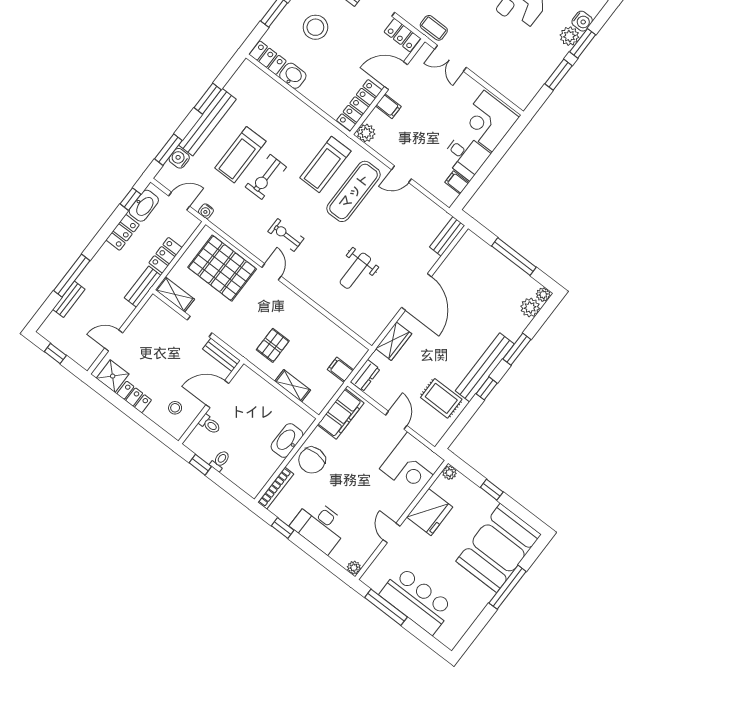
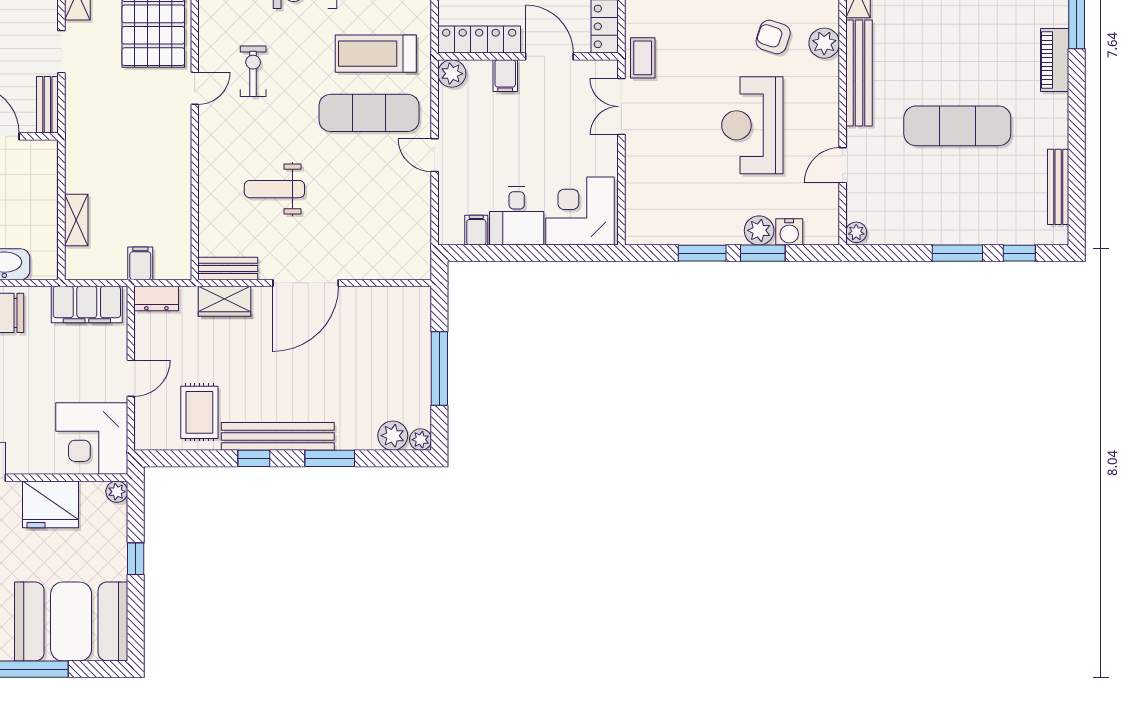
bench: (447, 236) -> (228, 268), moved
pallet: (273, 345) -> (107, 158), removed

